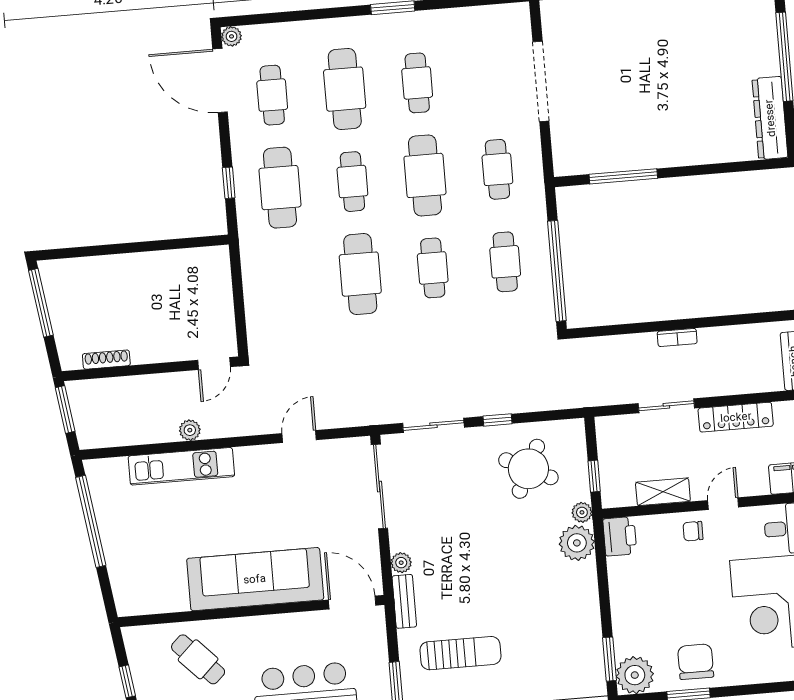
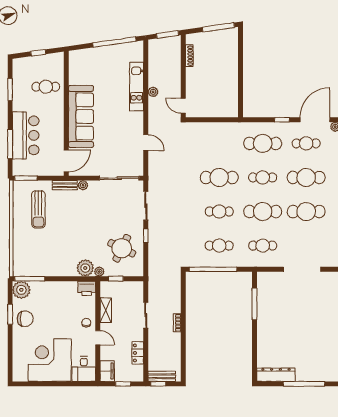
cafe table: (417, 83) -> (306, 212), width x1.37, depth x1.35
window: (229, 183) -> (282, 120), moved
locker: (736, 417) -> (138, 353), width x0.66
cafe table: (198, 659) -> (46, 87), turned 44
window: (609, 659) -> (30, 279), width x1.44

